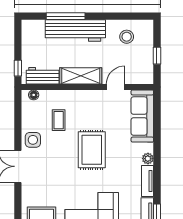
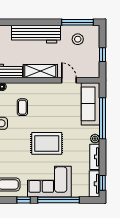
window: (66, 16) -> (78, 22), moved
door: (116, 87) -> (69, 80), hinge flipped
window: (157, 134) -> (103, 118), added
rug: (92, 150) -> (47, 143), moved, turned 90

